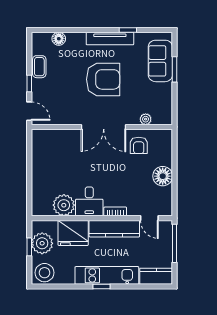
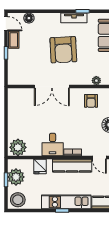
tv unit: (110, 39) -> (74, 18), width x0.71
armchair: (103, 79) -> (63, 50), turned 87
door: (29, 111) -> (6, 24), moved
double door: (104, 127) -> (52, 87), moved
plant: (64, 205) -> (18, 147), moved
fridge: (73, 233) -> (40, 166), width x0.53, depth x0.75

